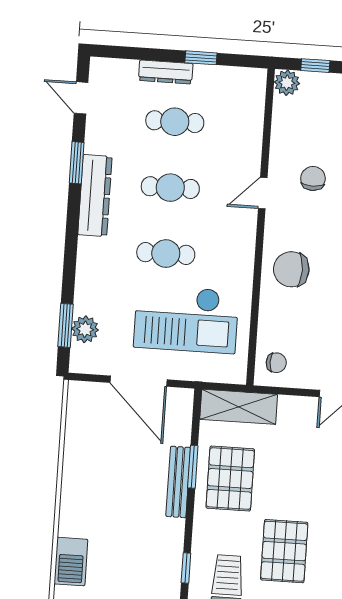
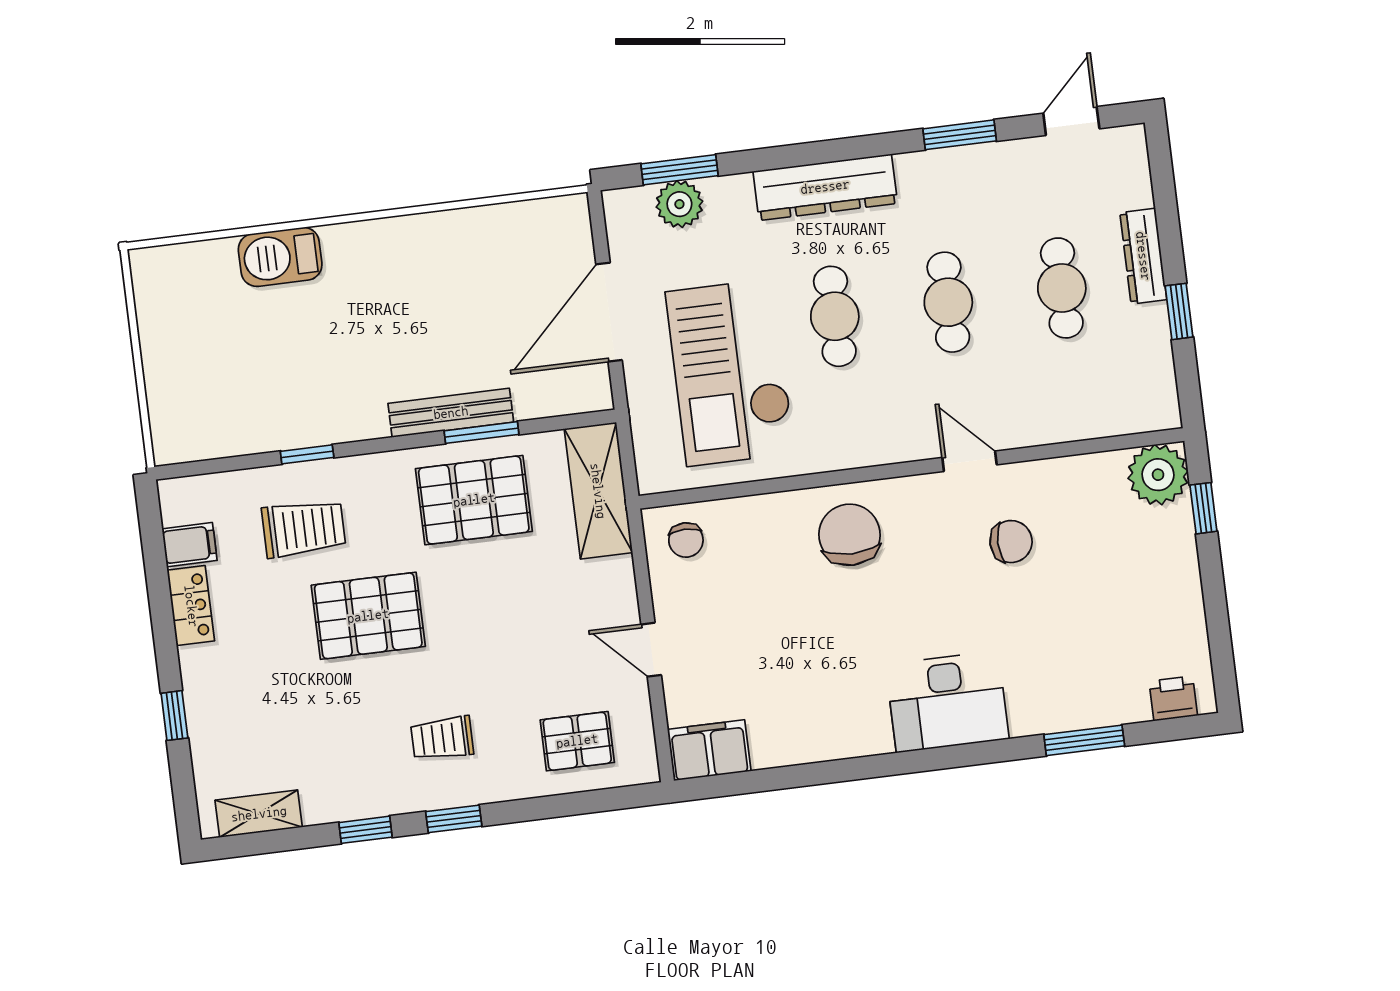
plant: (287, 83) -> (1158, 475), width x1.36, depth x1.36
dresser: (95, 196) -> (825, 187), moved

